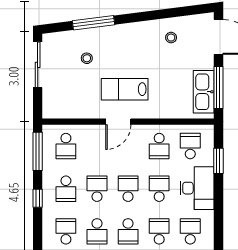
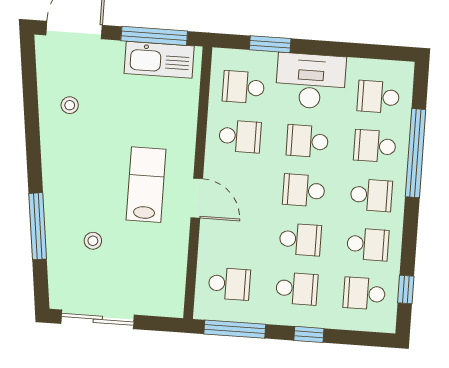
lab bench: (125, 89) -> (146, 185), turned 180
school desk: (97, 189) -> (300, 239), turned 180

